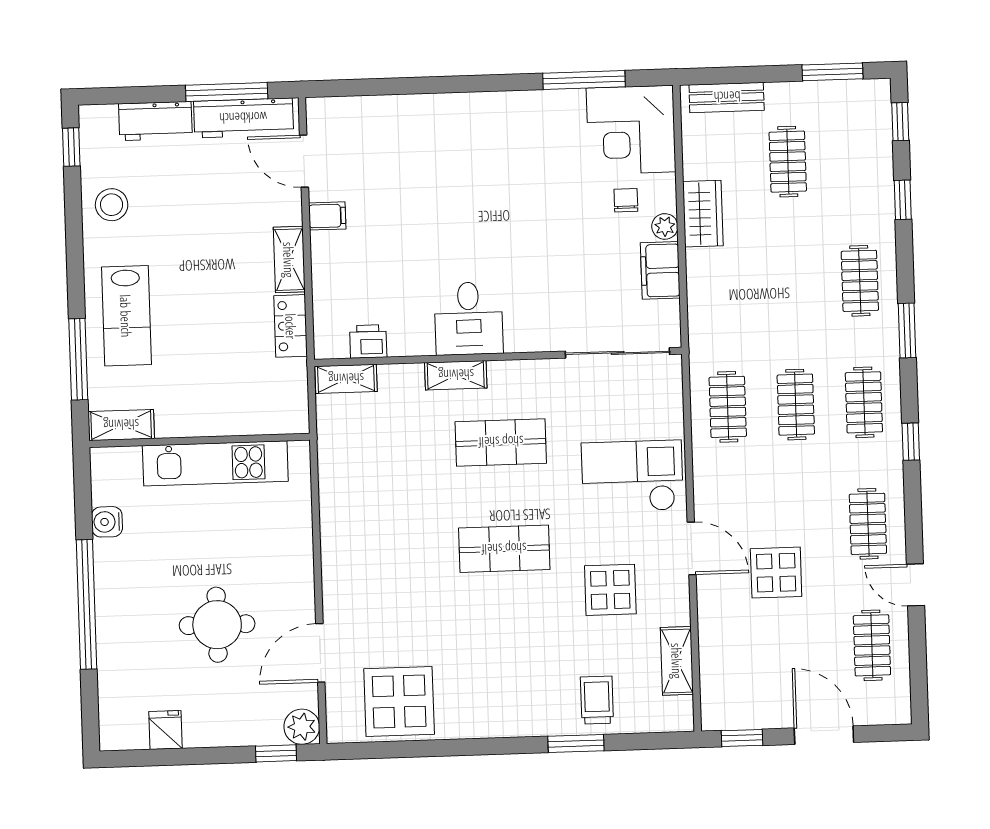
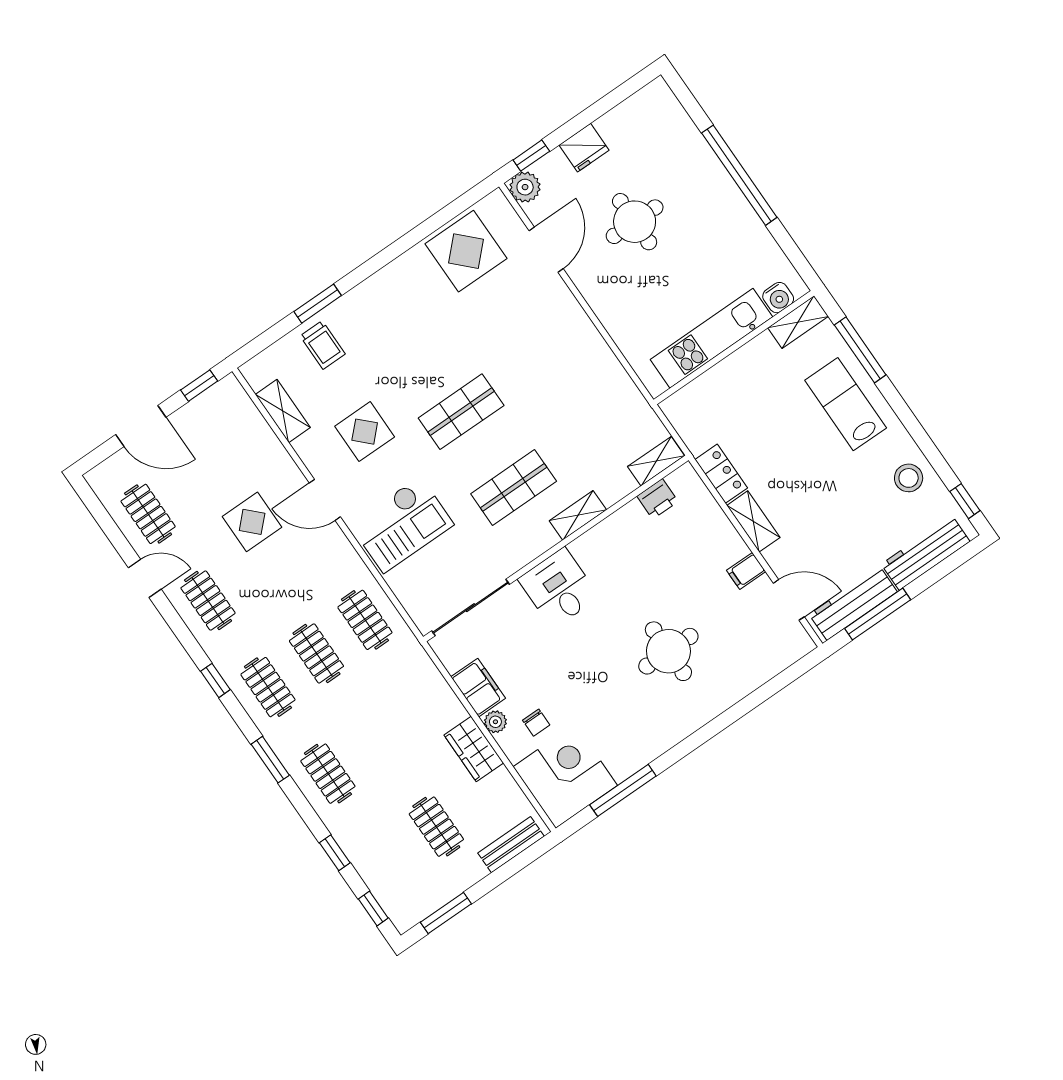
workbench: (155, 121) -> (926, 553), width x1.37
round table: (453, 187) -> (668, 651), added
desk: (469, 318) -> (559, 588), moved
water cooler: (107, 522) -> (778, 298), moved, turned 90
fridge: (165, 730) -> (584, 148), moved, width x1.38

